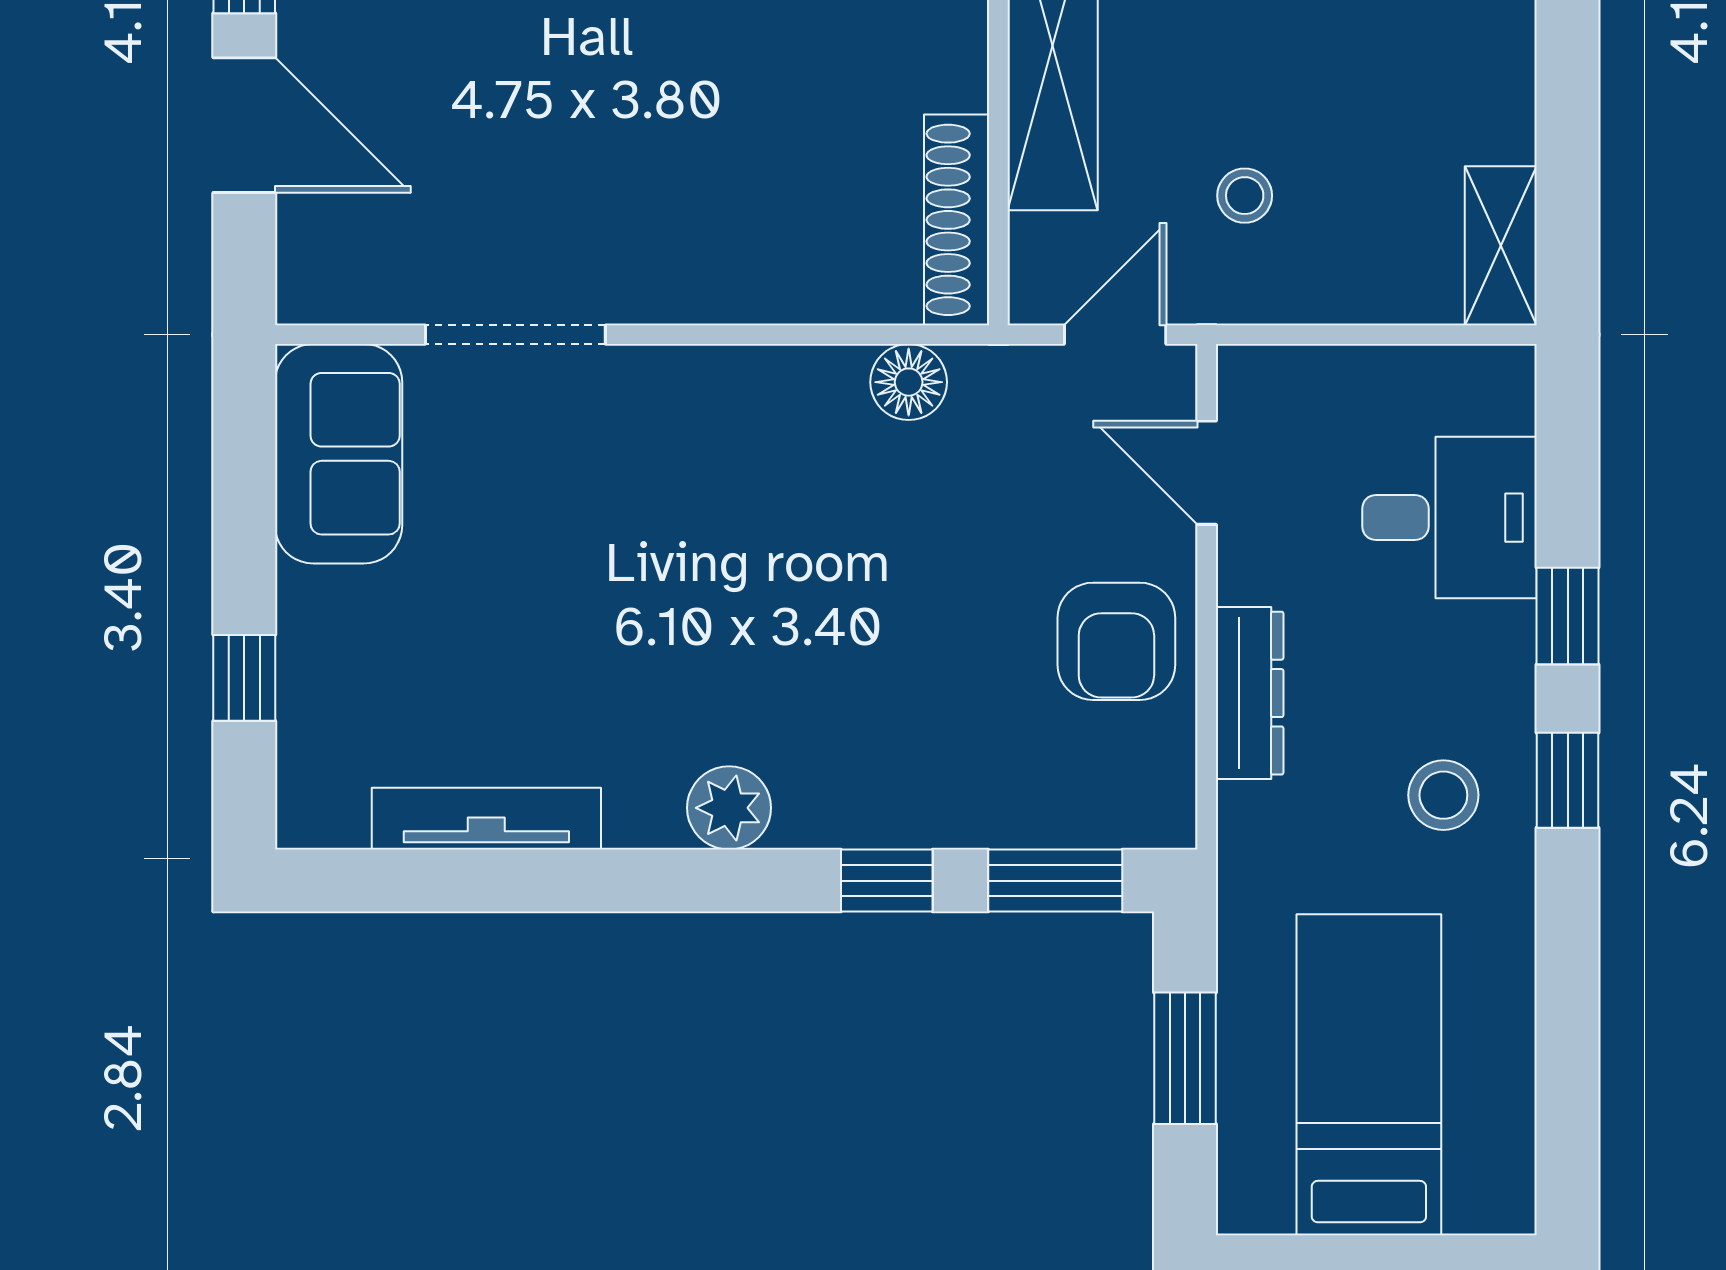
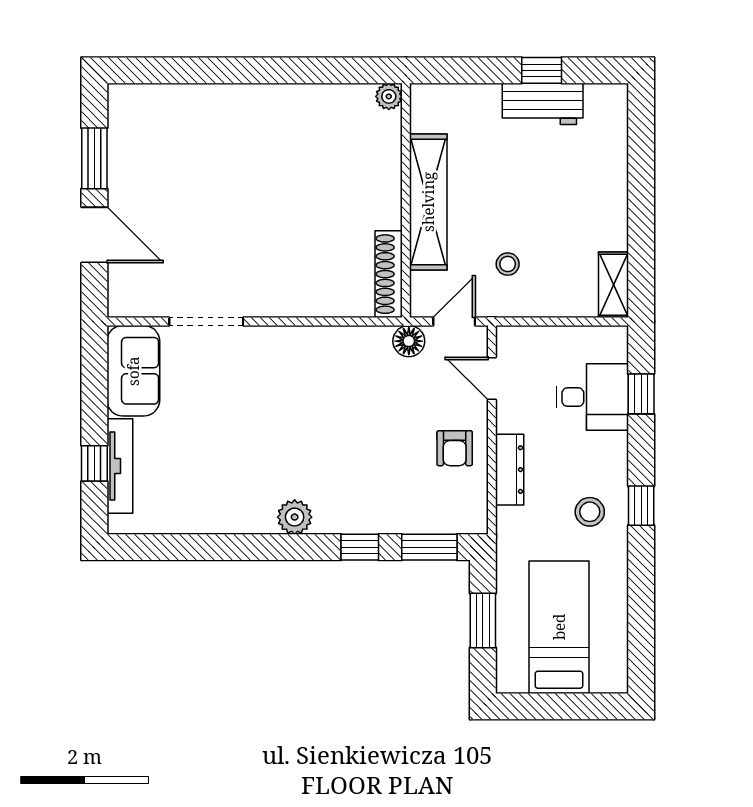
floor lamp: (909, 382) -> (409, 341), moved
window: (1568, 616) -> (641, 394), moved
armchair: (1116, 641) -> (455, 448), width x0.72, depth x0.72
tv unit: (486, 819) -> (120, 466), moved, turned 90

